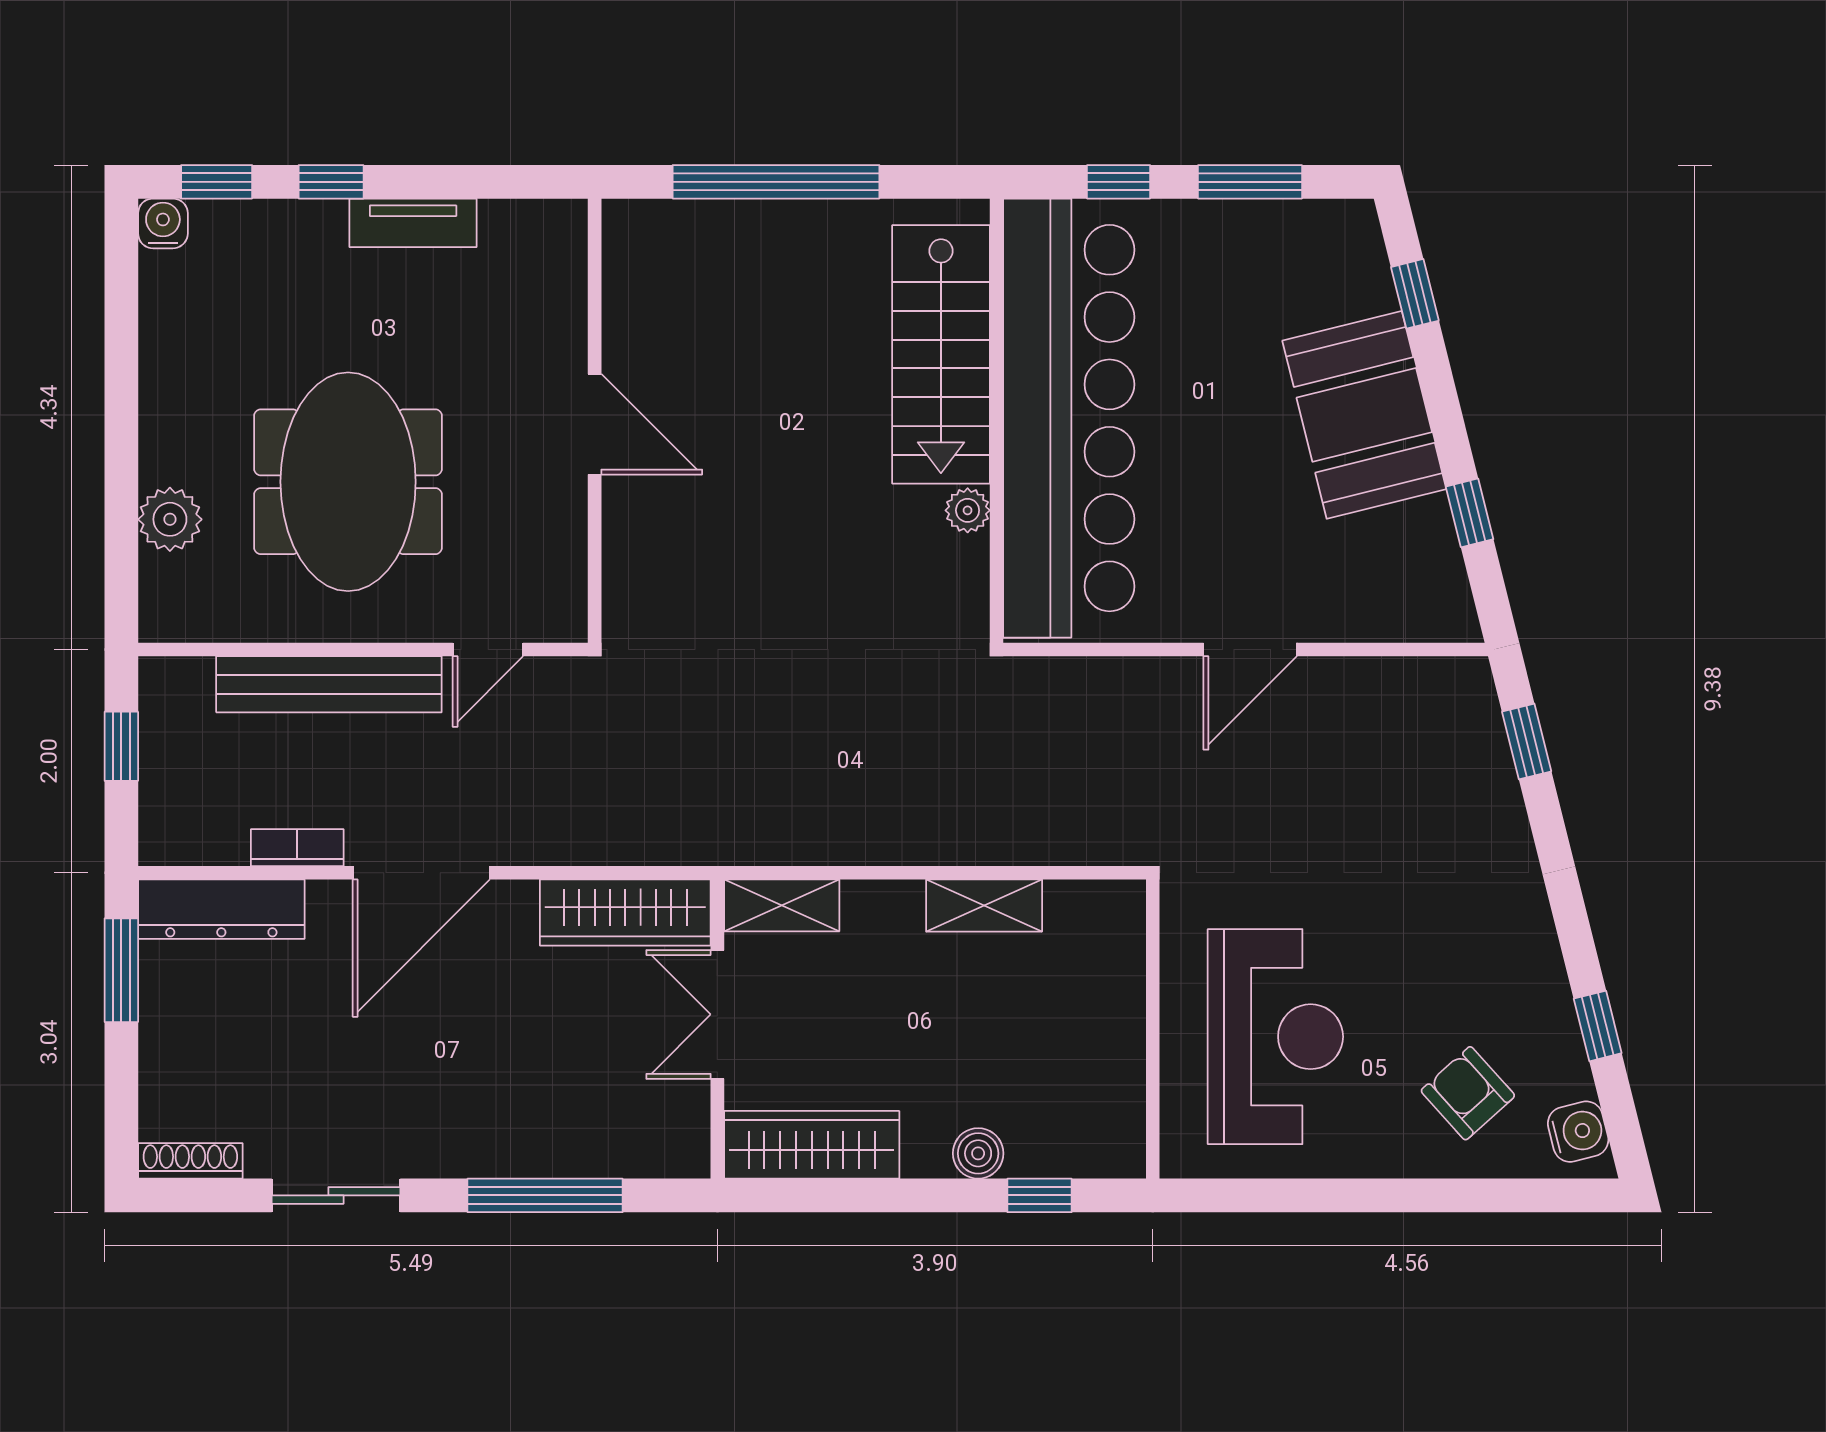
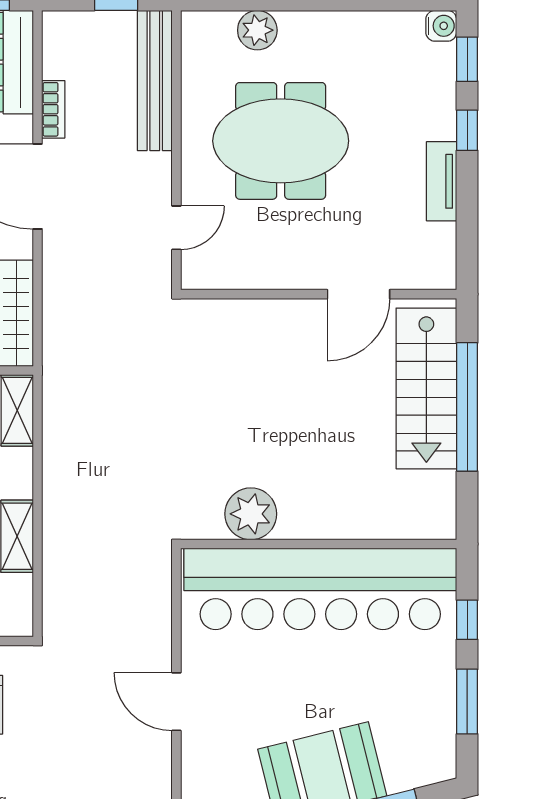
stairs: (941, 354) -> (426, 388), moved, turned -90
door: (595, 424) -> (359, 294), moved
plant: (968, 510) -> (251, 514), width x1.87, depth x1.87
door: (488, 650) -> (176, 228), swing flipped
bench: (329, 684) -> (155, 80), moved

